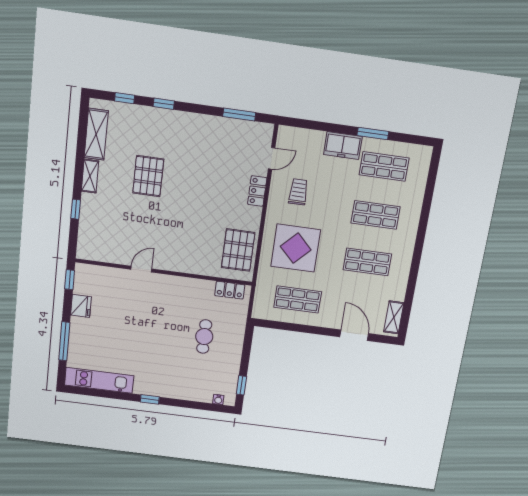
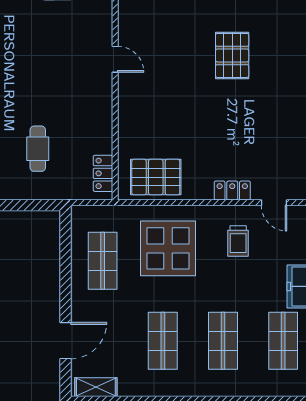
pallet: (148, 176) -> (232, 55), turned 90
trolley: (298, 192) -> (238, 241), turned 90
cafe table: (204, 337) -> (38, 149), turned 90

